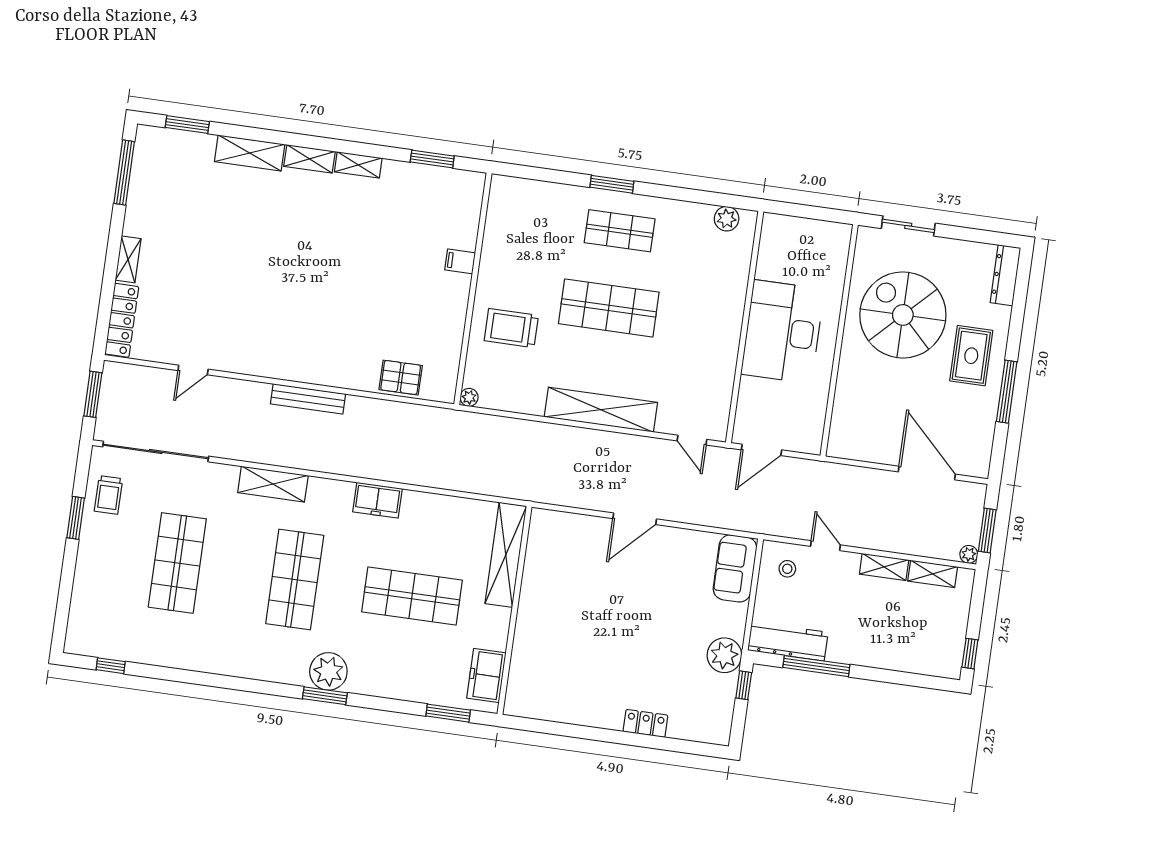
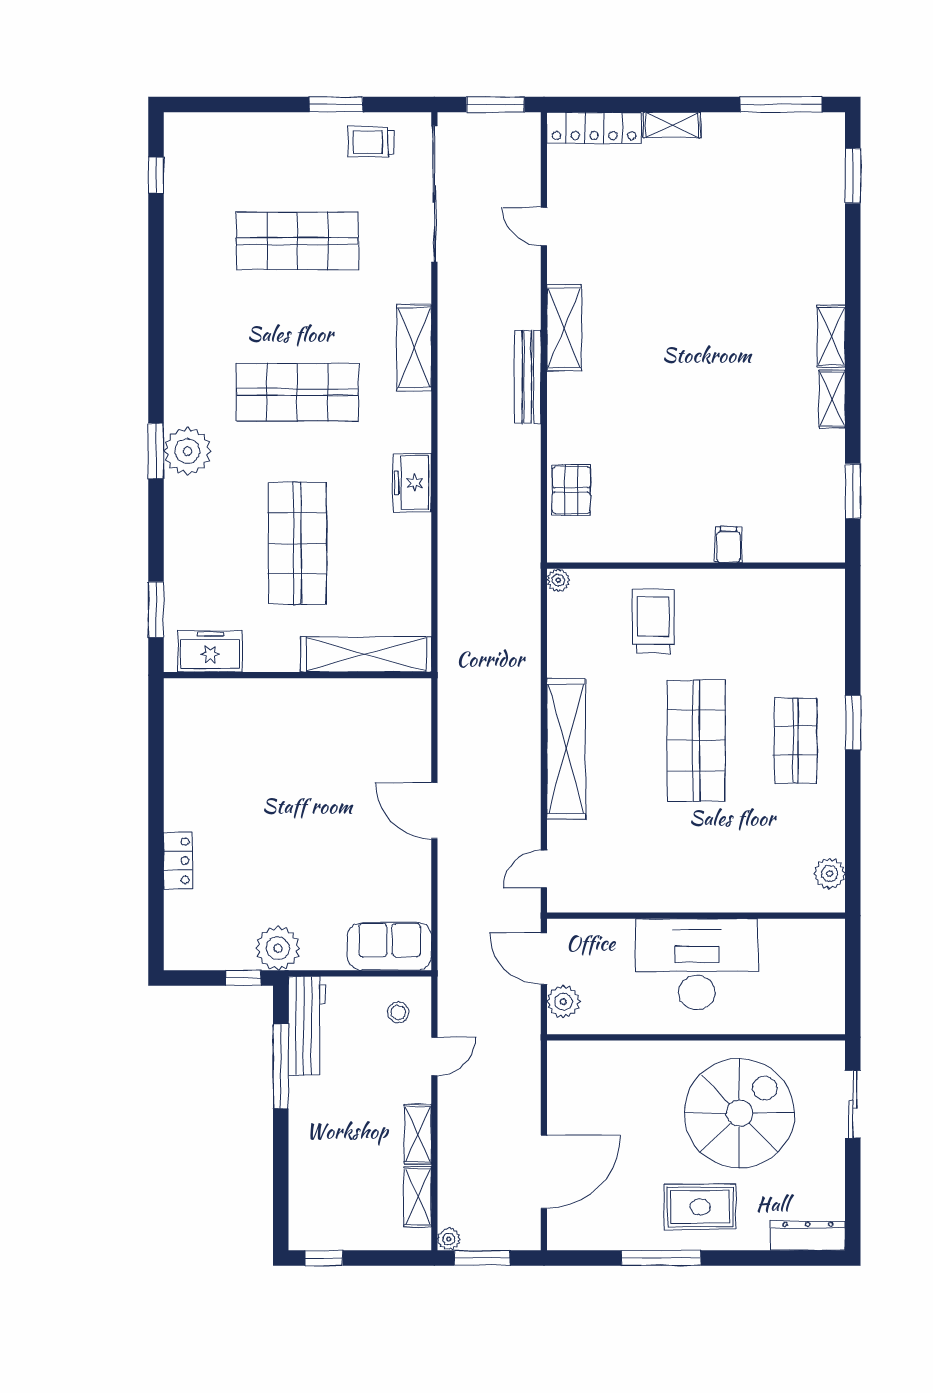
shelving: (250, 153) -> (564, 328), moved
plant: (797, 440) -> (563, 1002), added

